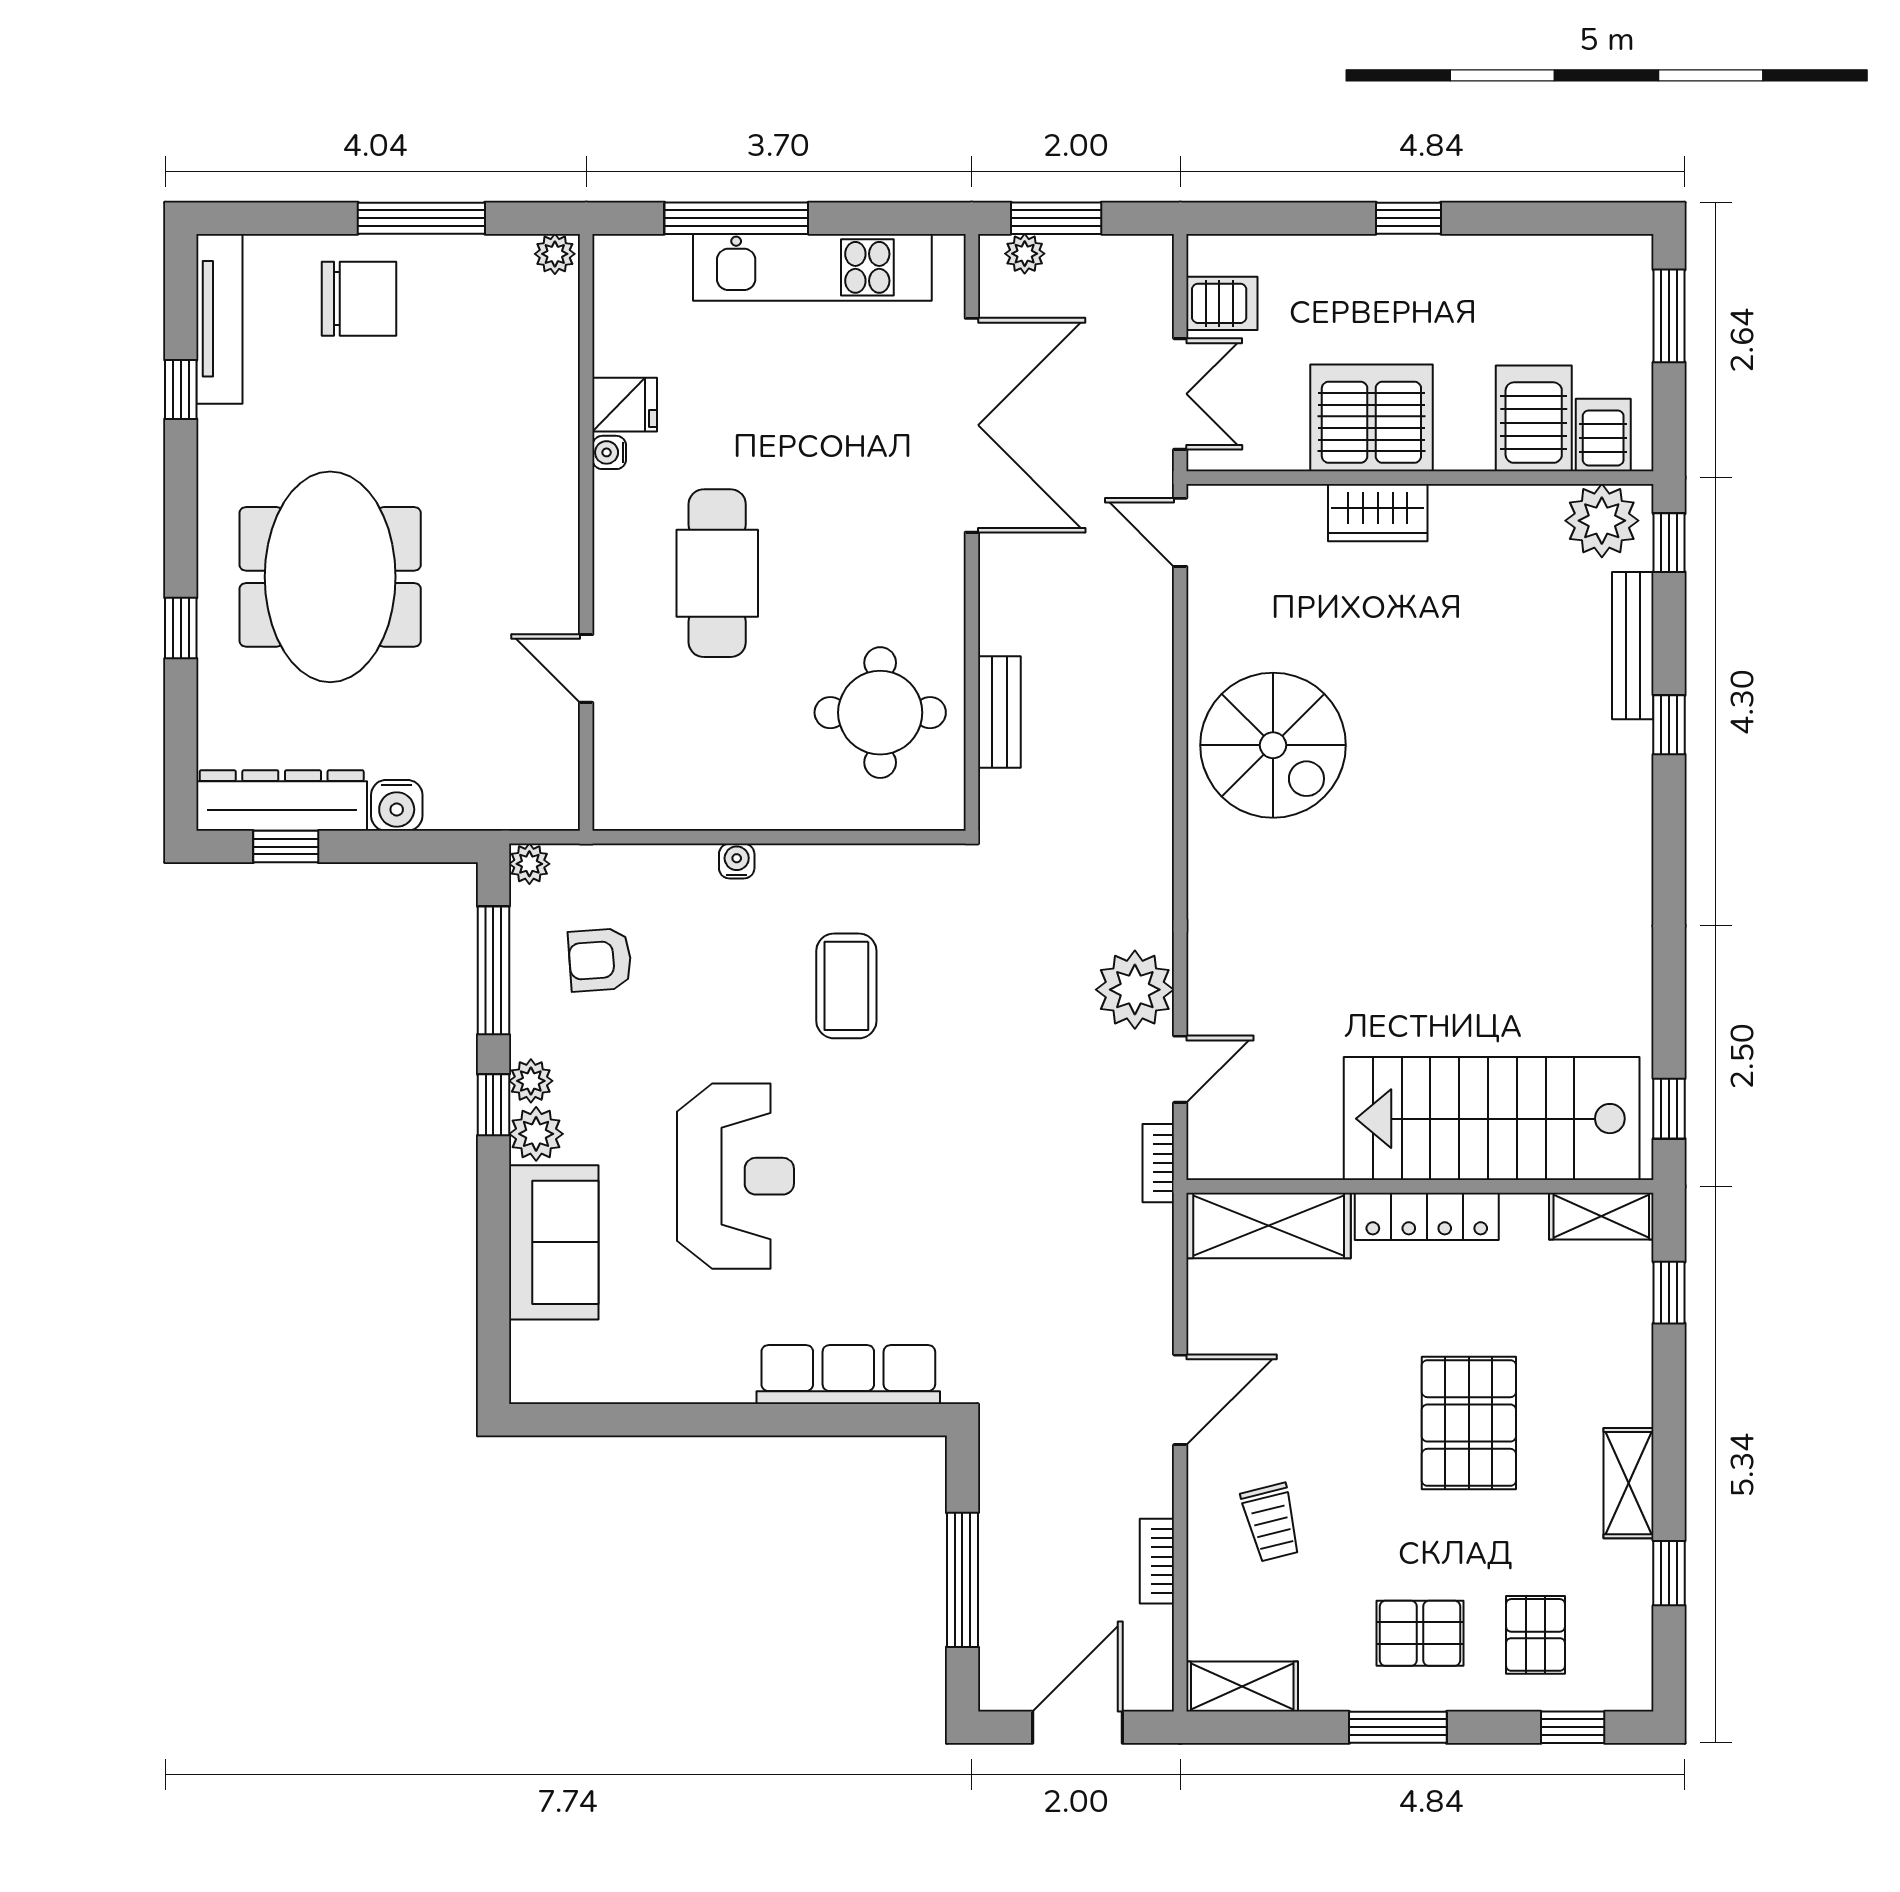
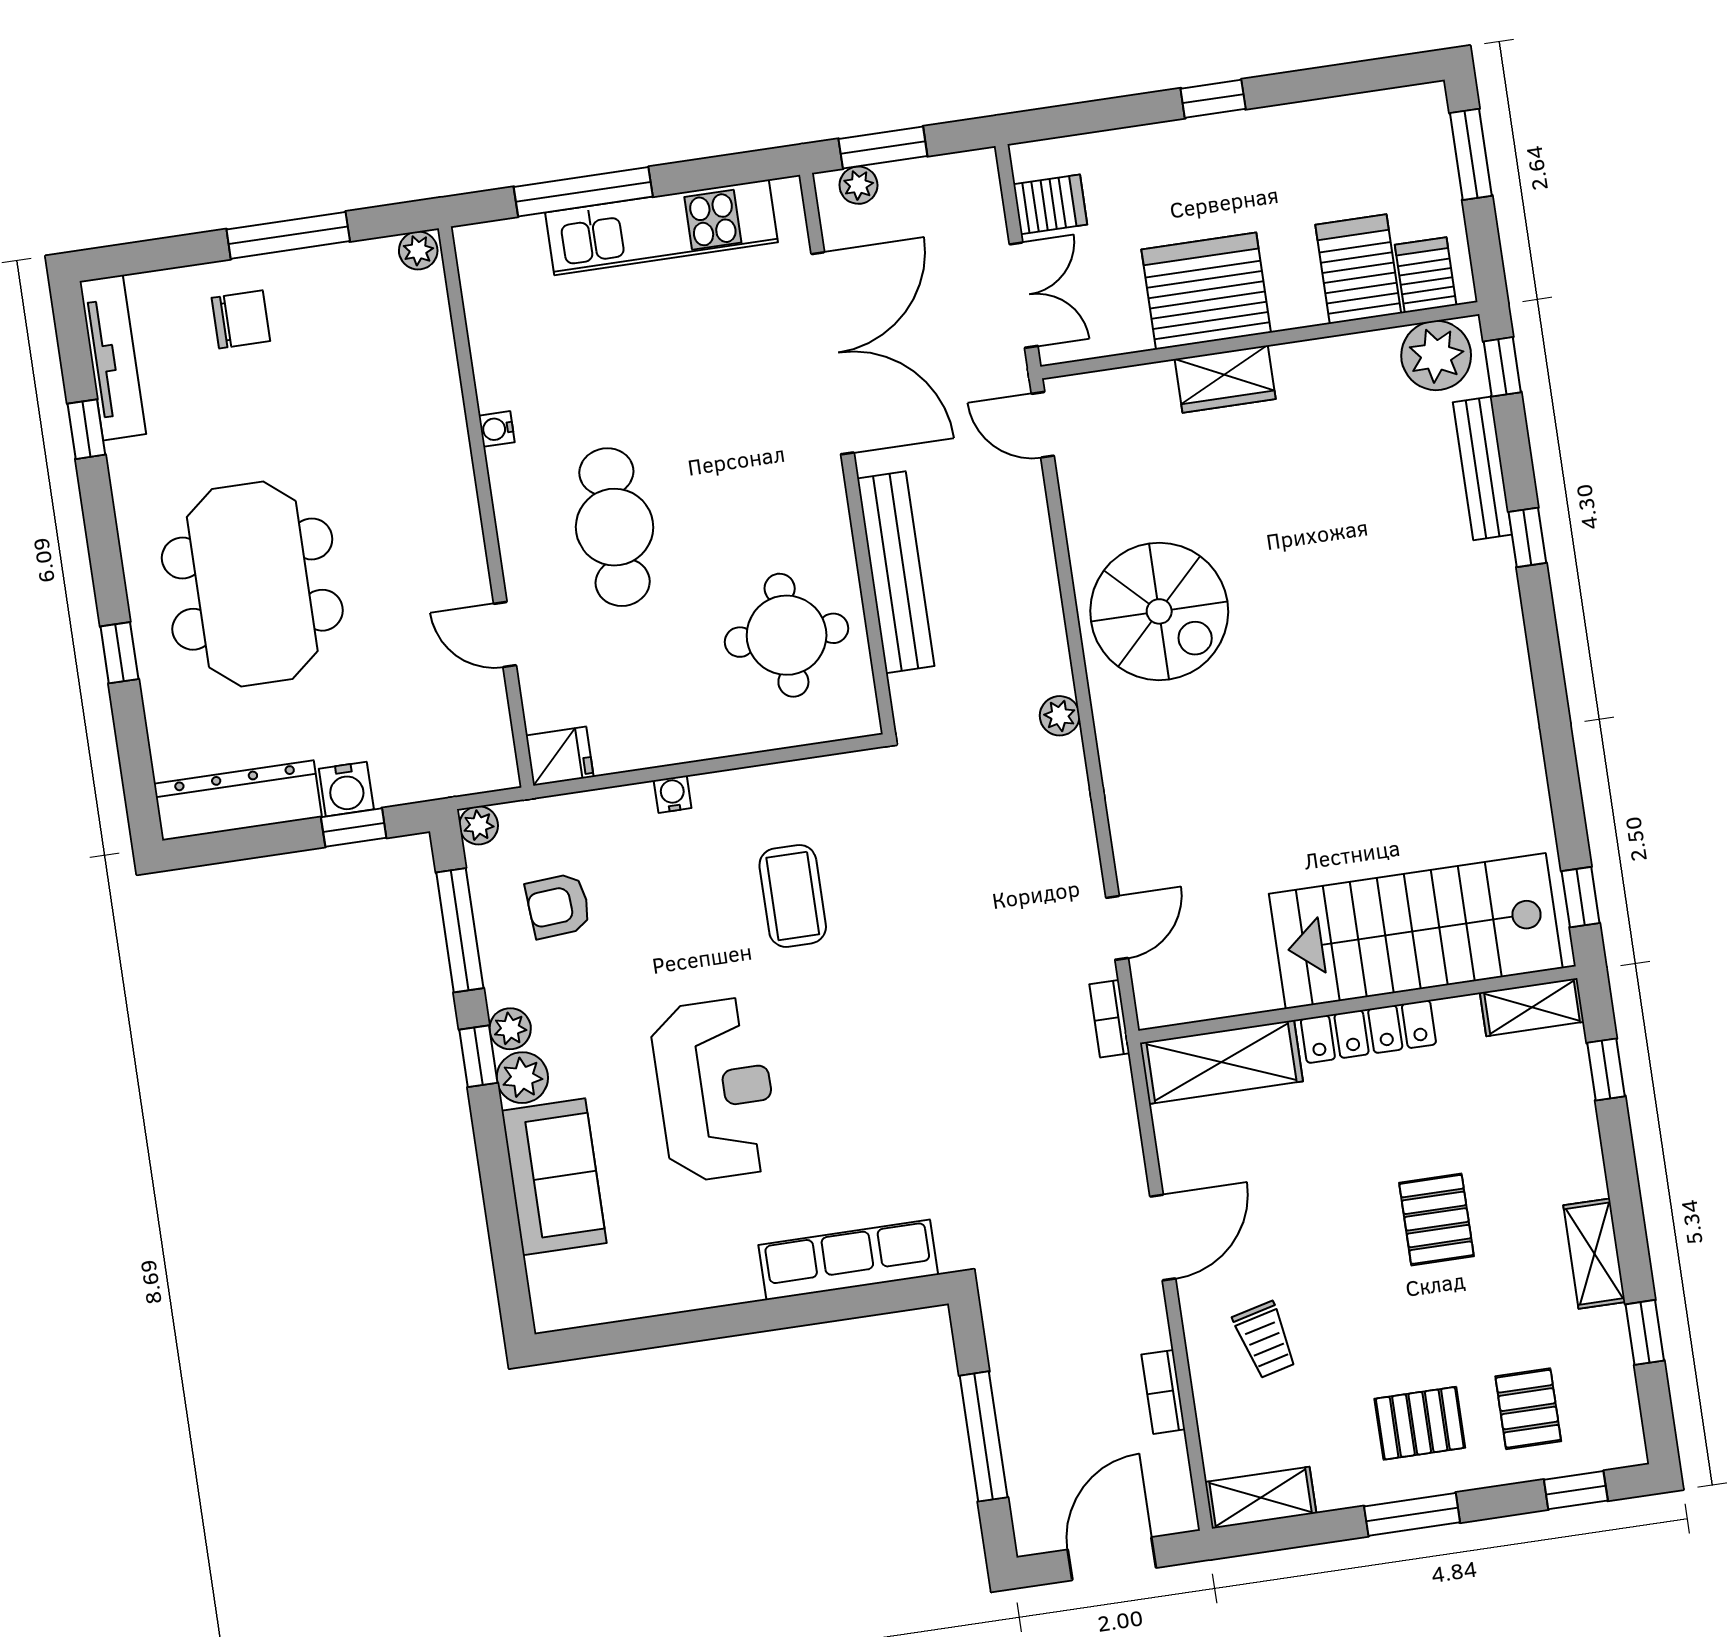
chair: (359, 299) -> (241, 319), width x0.73, depth x0.73
fridge: (625, 405) -> (560, 756), moved
bench: (999, 712) -> (896, 572), width x1.86, depth x1.21
window: (286, 847) -> (354, 827), moved
plant: (1135, 990) -> (1060, 716), moved, width x0.53, depth x0.53
pallet: (1469, 1423) -> (1436, 1219), width x0.67, depth x0.71

